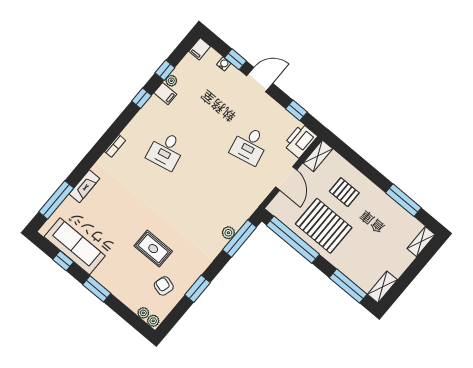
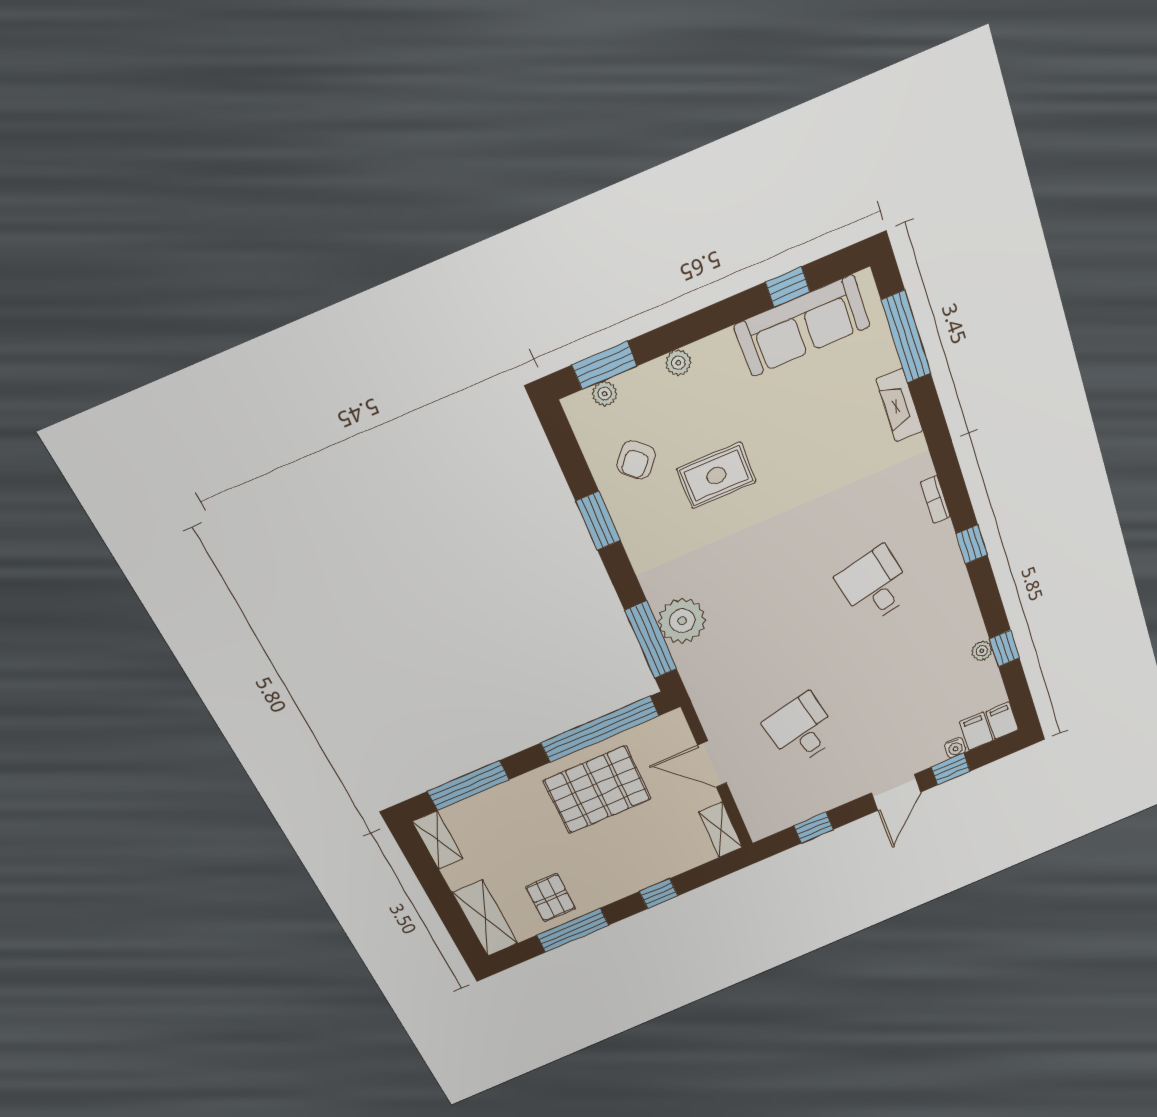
filing cabinet: (165, 94) -> (976, 731), moved, turned 90
window: (142, 98) -> (972, 544), moved
printer: (300, 141) -> (762, 813), removed
window: (365, 168) -> (659, 894), added
pallet: (344, 192) -> (551, 898), moved, turned 90
plant: (228, 233) -> (682, 621), width x1.87, depth x1.87
shelving: (421, 242) -> (485, 918), width x1.50, depth x1.33
armchair: (164, 286) -> (636, 460), turned 116
window: (97, 289) -> (604, 365), moved
plant: (153, 321) -> (678, 363), moved

